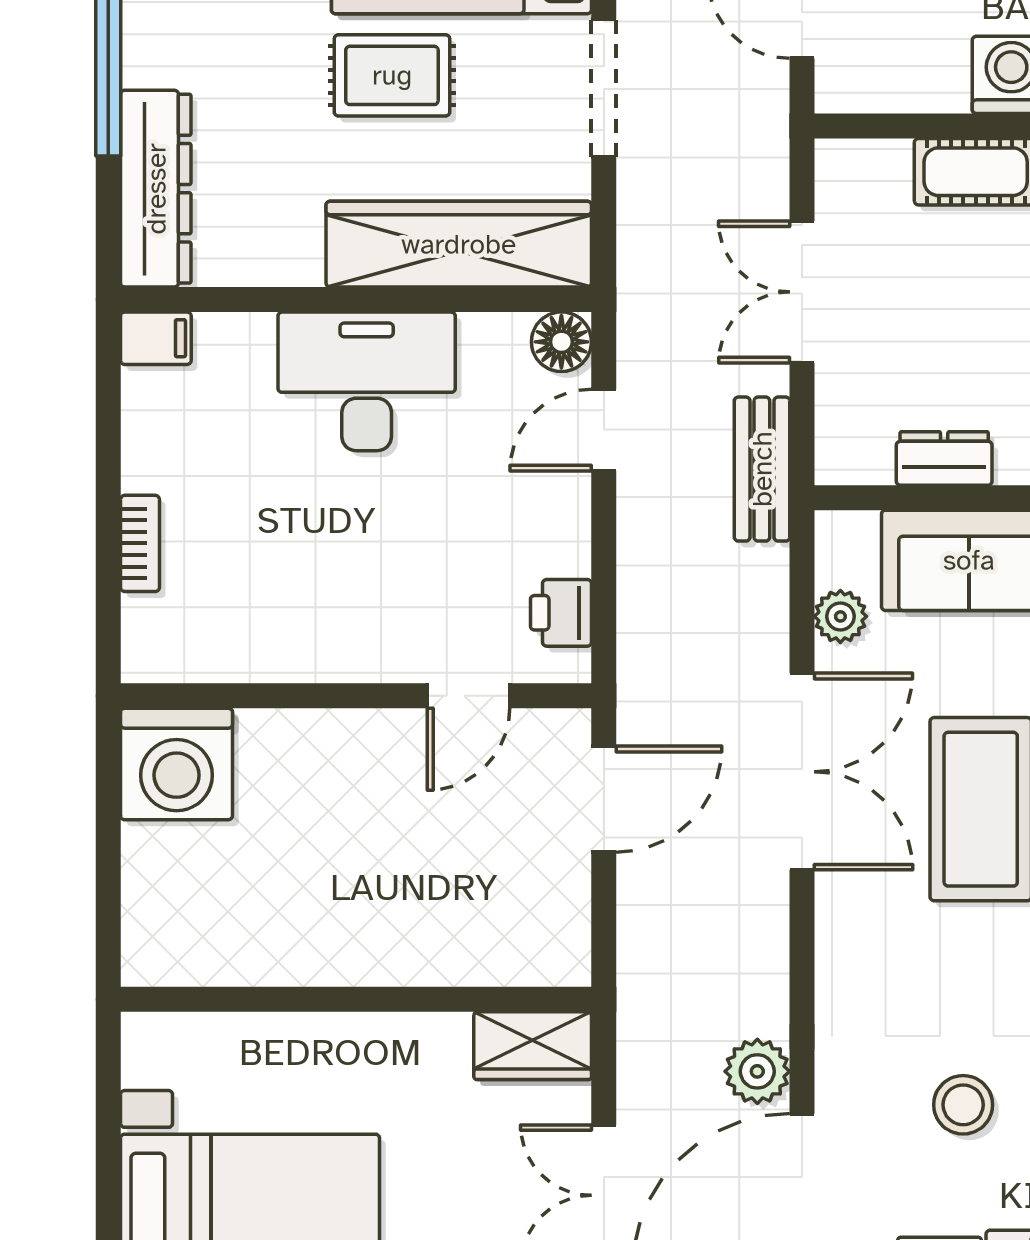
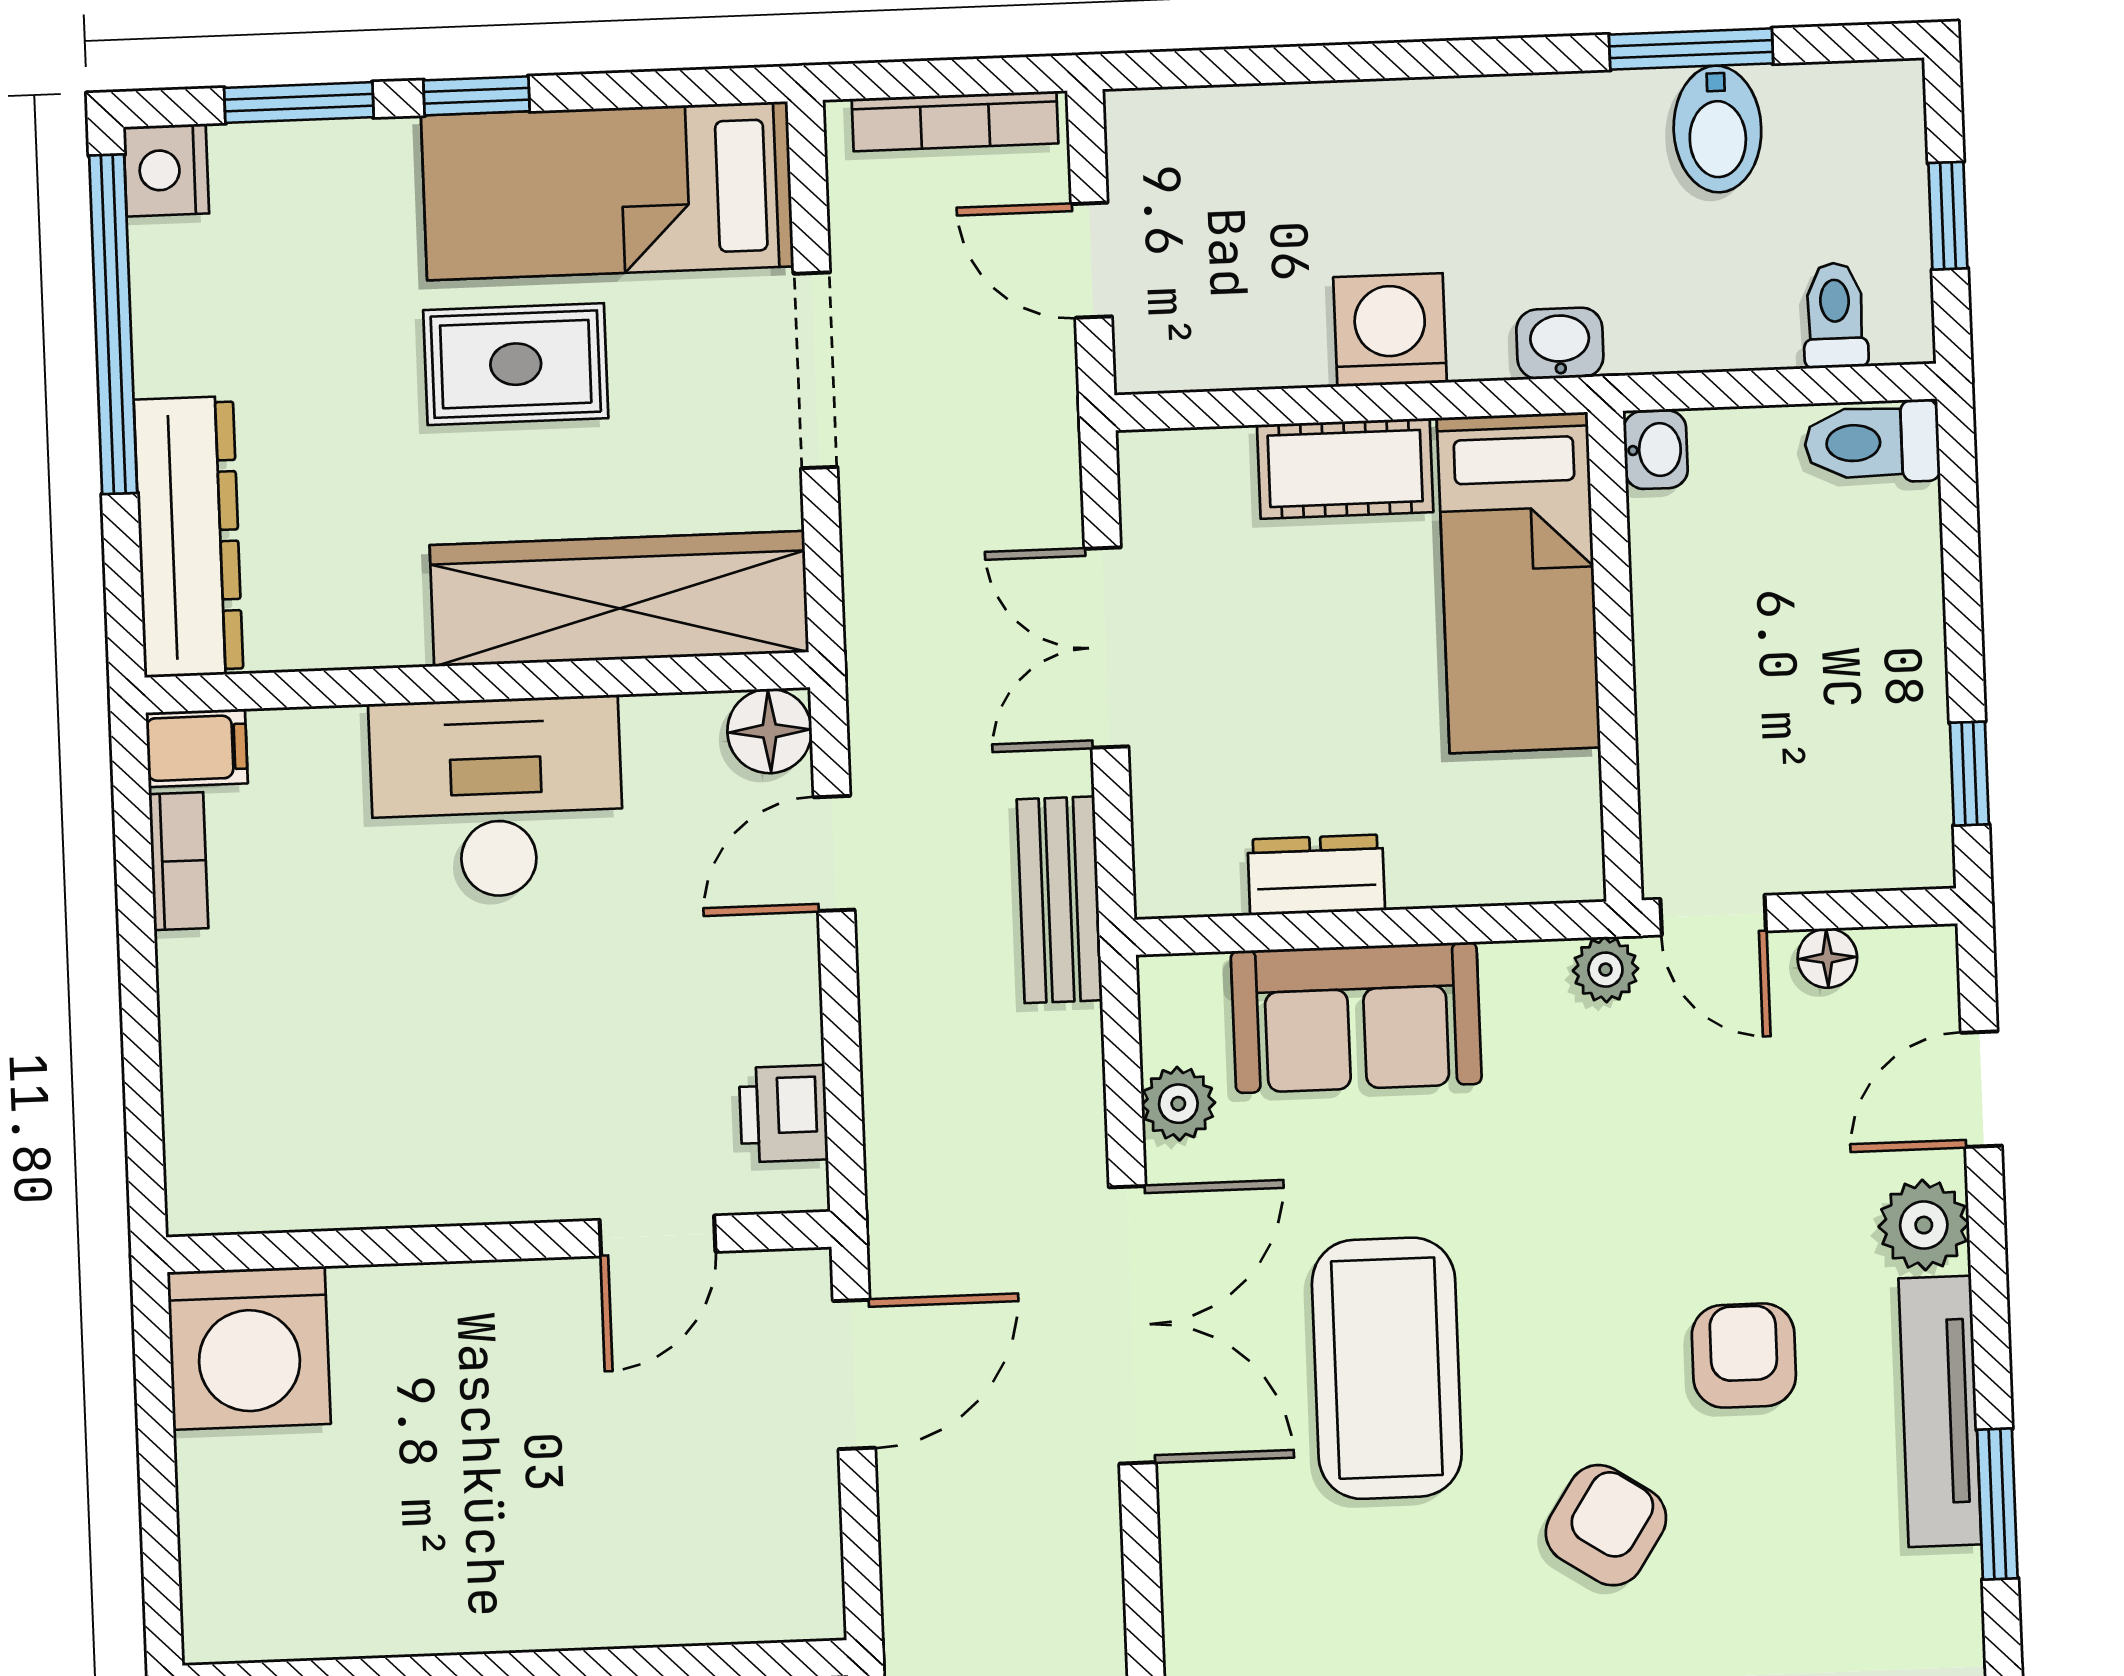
bookcase: (140, 543) -> (179, 861), moved

